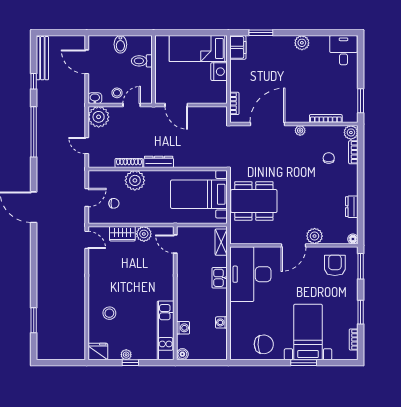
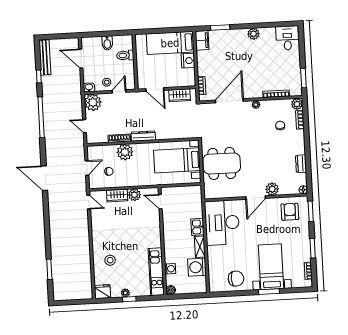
wardrobe: (206, 114) -> (180, 95), added
shelving: (221, 242) -> (200, 247), moved
washing machine: (221, 322) -> (197, 267), width x1.89, depth x1.89

